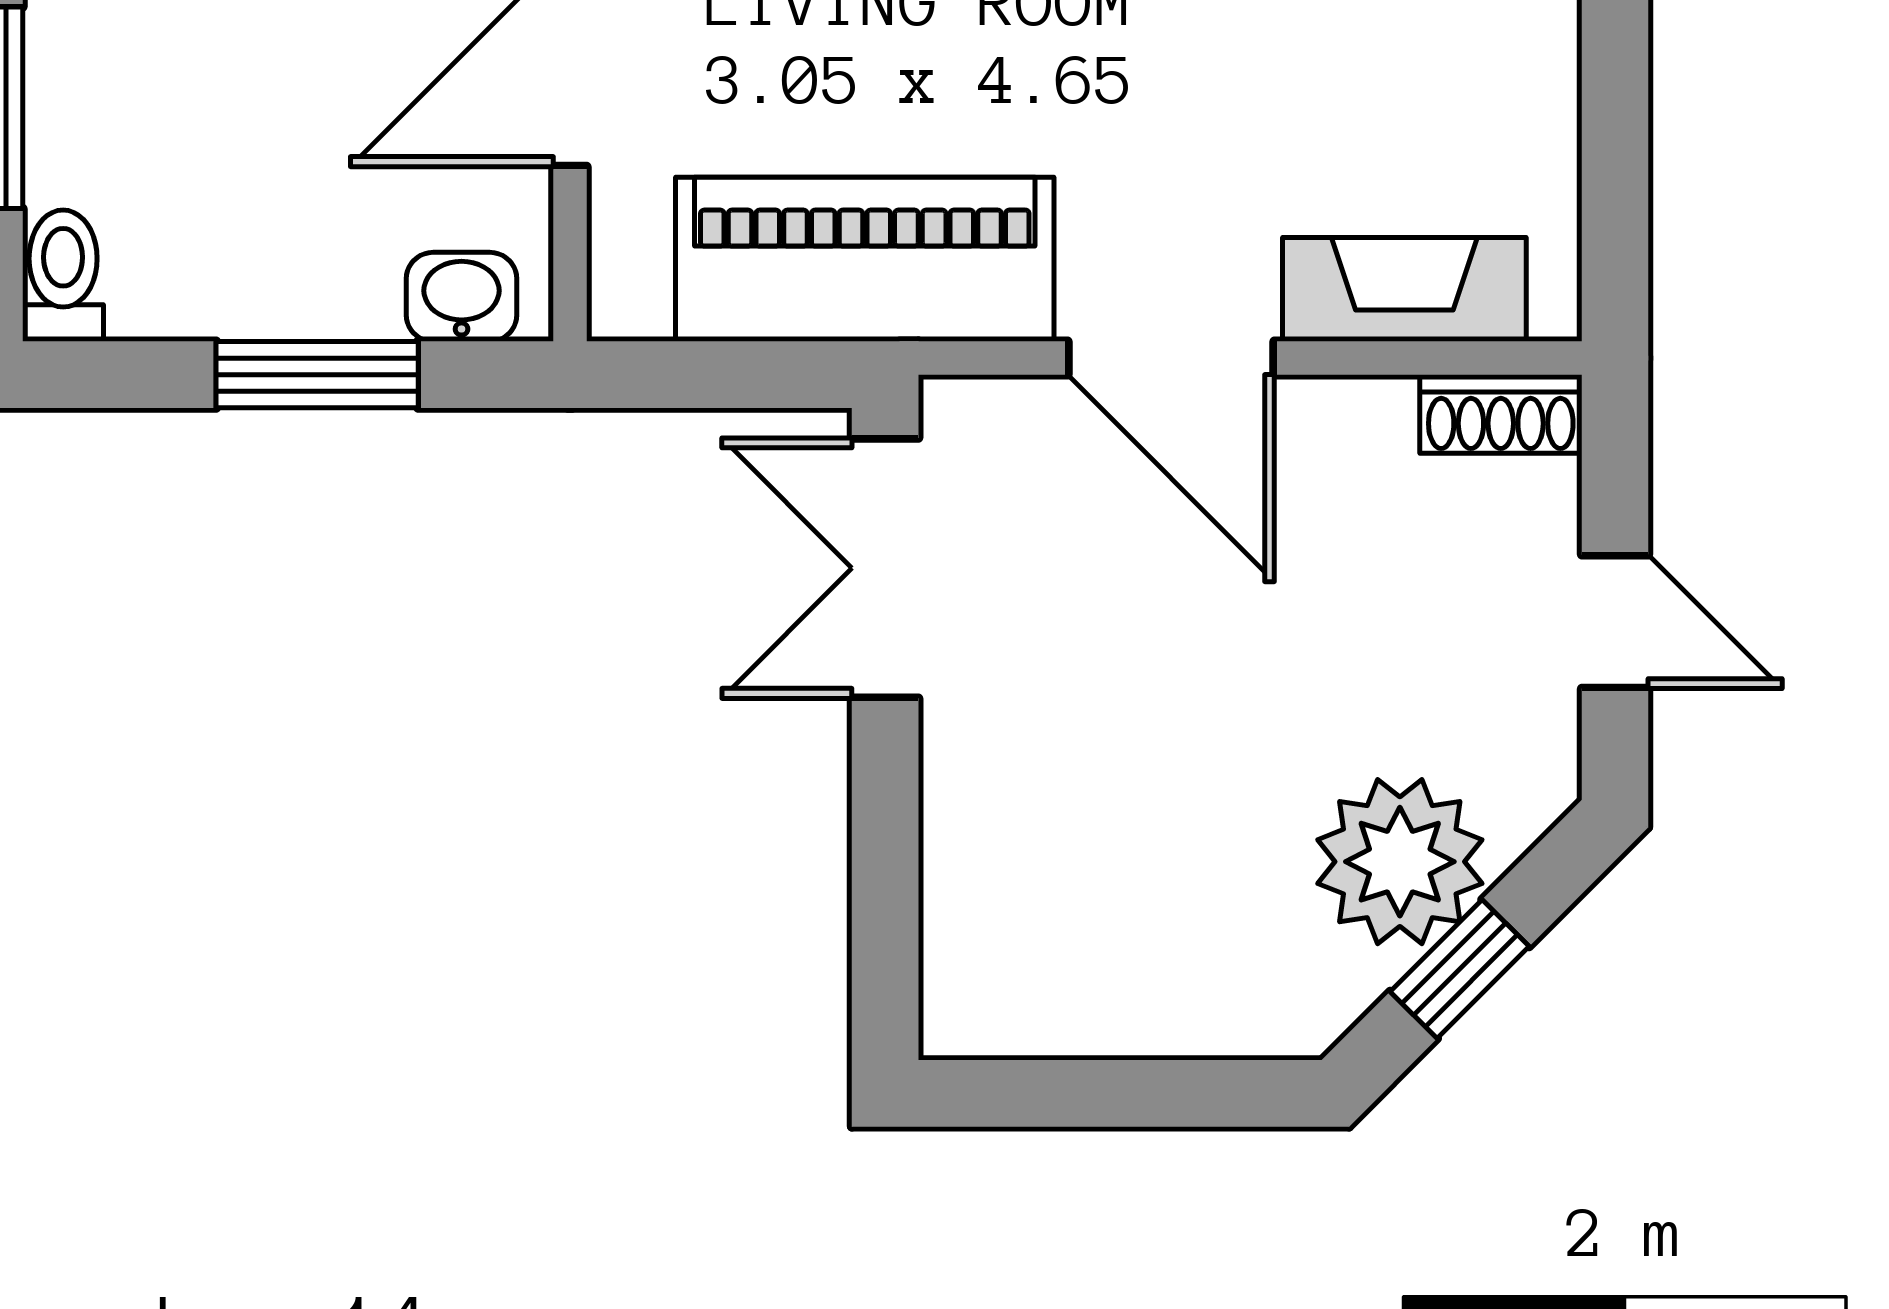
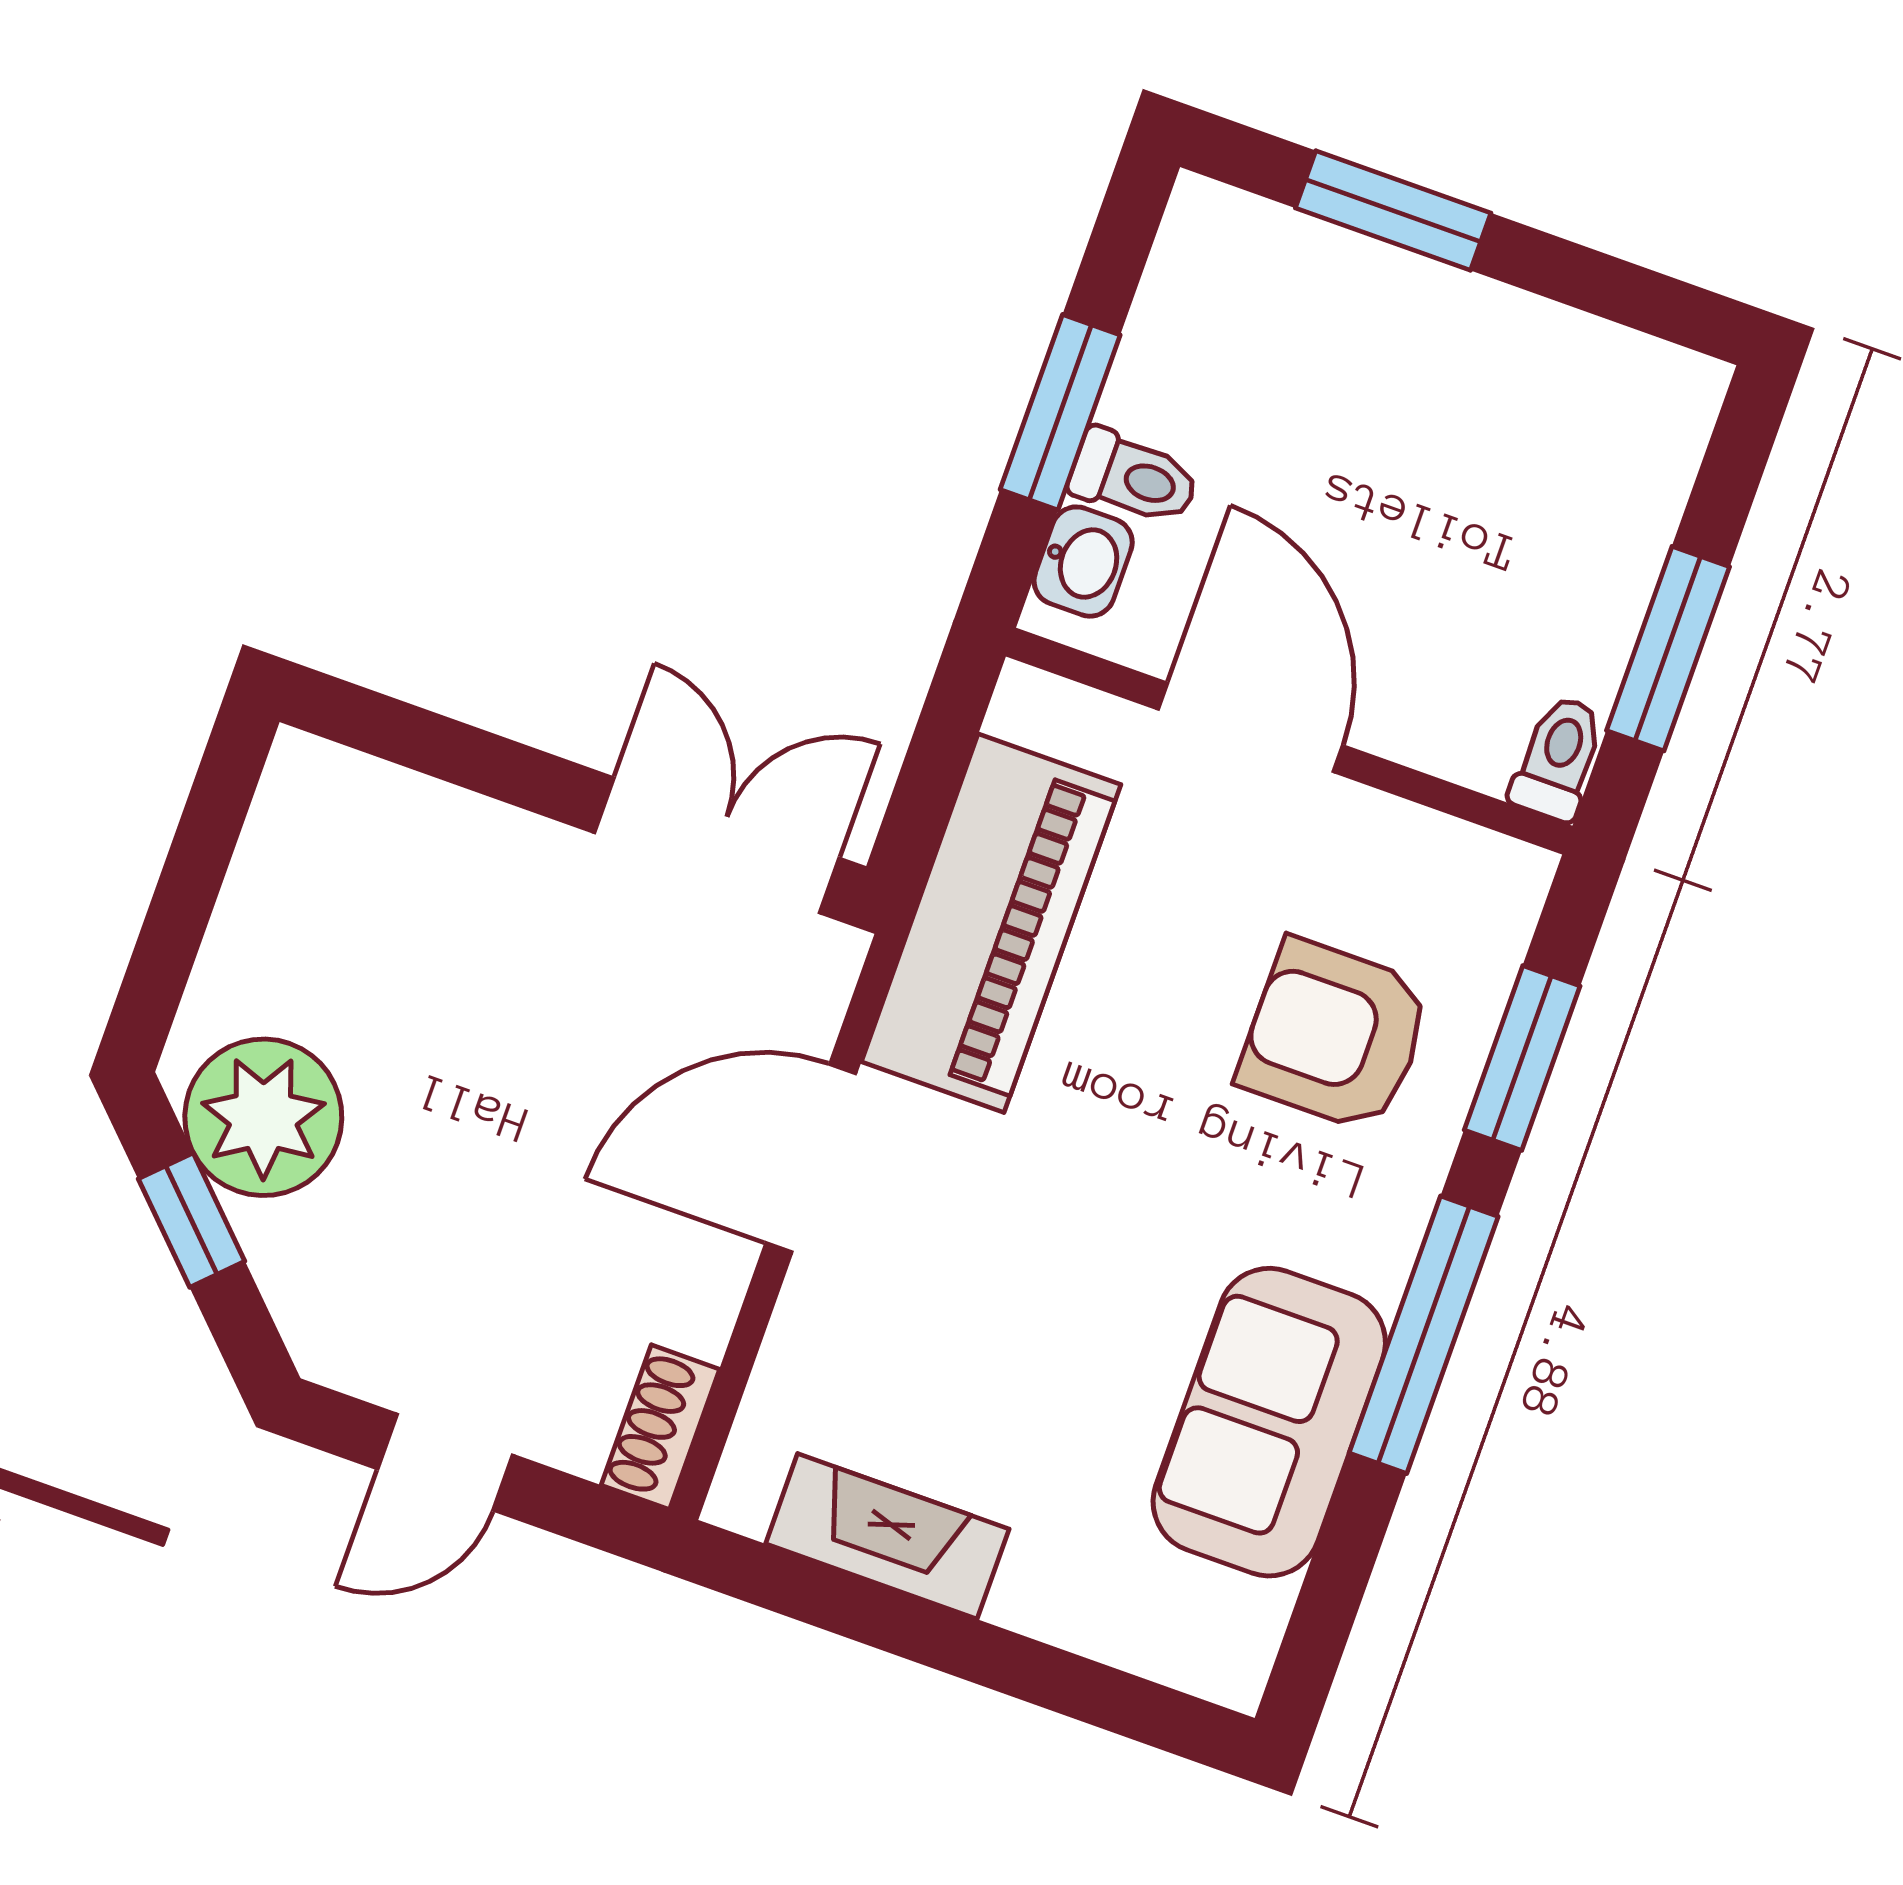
toilet: (63, 276) -> (1134, 478), moved
fireplace: (1404, 289) -> (887, 1536), moved, turned -90
plant: (1400, 862) -> (263, 1117), moved

